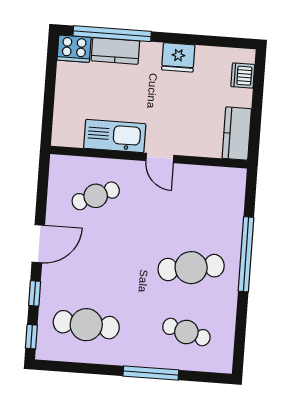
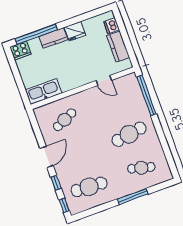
kitchen counter: (115, 51) -> (53, 38), moved
kitchen counter: (237, 134) -> (118, 47), moved
kitchen sink: (115, 136) -> (44, 91), moved
door: (160, 158) -> (104, 80), moved
window: (246, 254) -> (146, 95), moved

